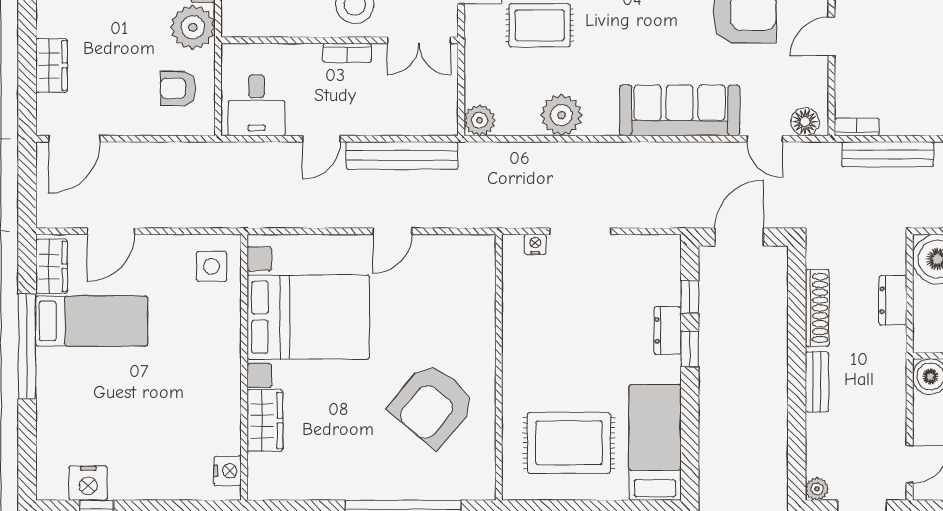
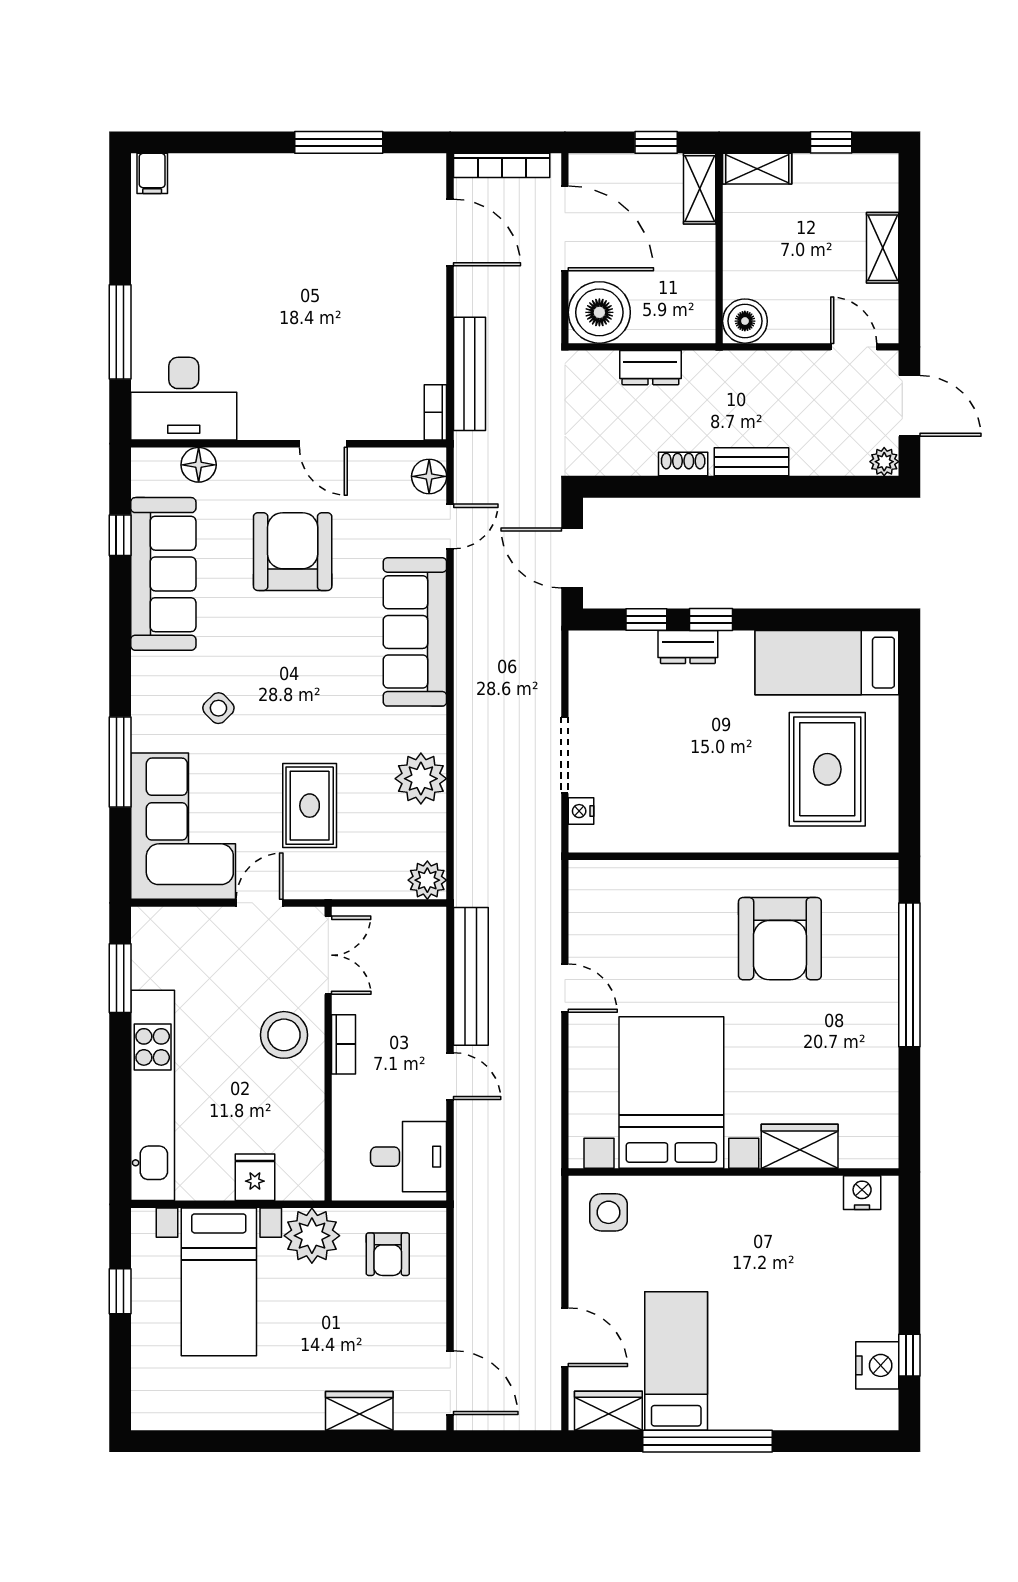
shoe rack: (817, 308) -> (683, 464), width x0.51, depth x0.81
armchair: (432, 405) -> (780, 939), turned 50

